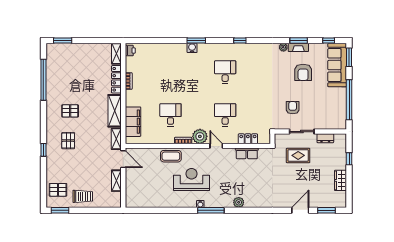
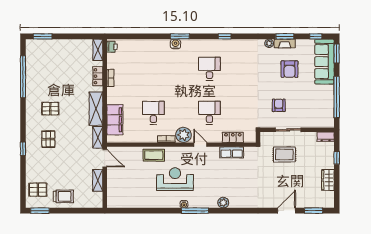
locker: (116, 79) -> (98, 76), width x0.66
dresser: (325, 138) -> (326, 137), moved

